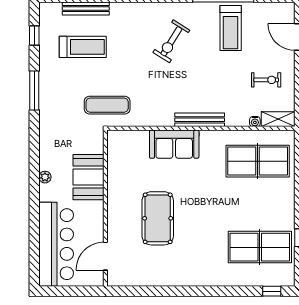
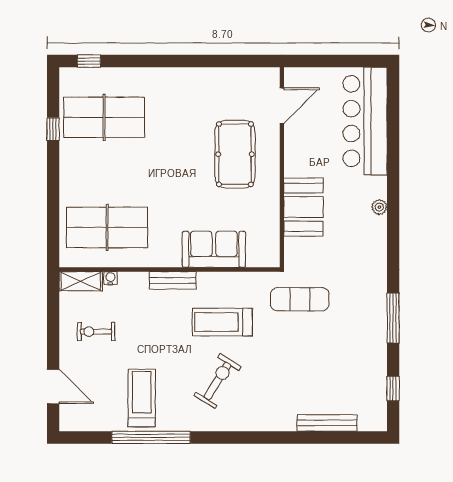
treadmill: (83, 47) -> (222, 322), moved
bench: (200, 120) -> (173, 280), width x0.73
booth: (88, 177) -> (303, 207), moved
wall: (105, 208) -> (282, 167), moved
door: (105, 256) -> (282, 106), moved

